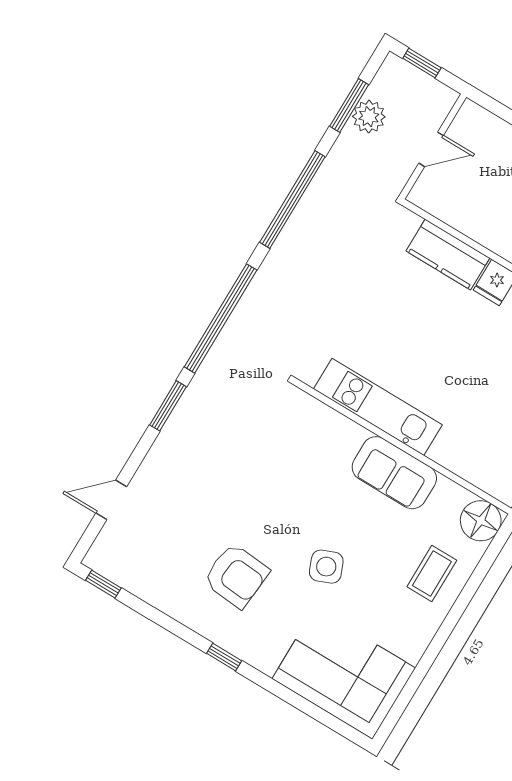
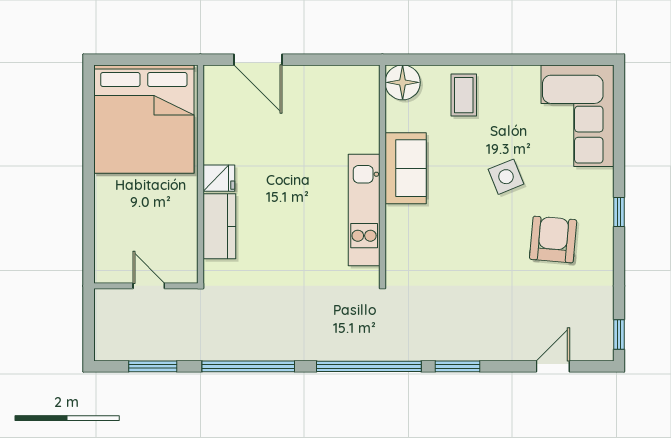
window: (422, 63) -> (89, 331), removed
plant: (369, 117) -> (152, 347), removed
door: (111, 500) -> (553, 366), swing flipped
coffee table: (432, 574) -> (464, 95), turned 90

